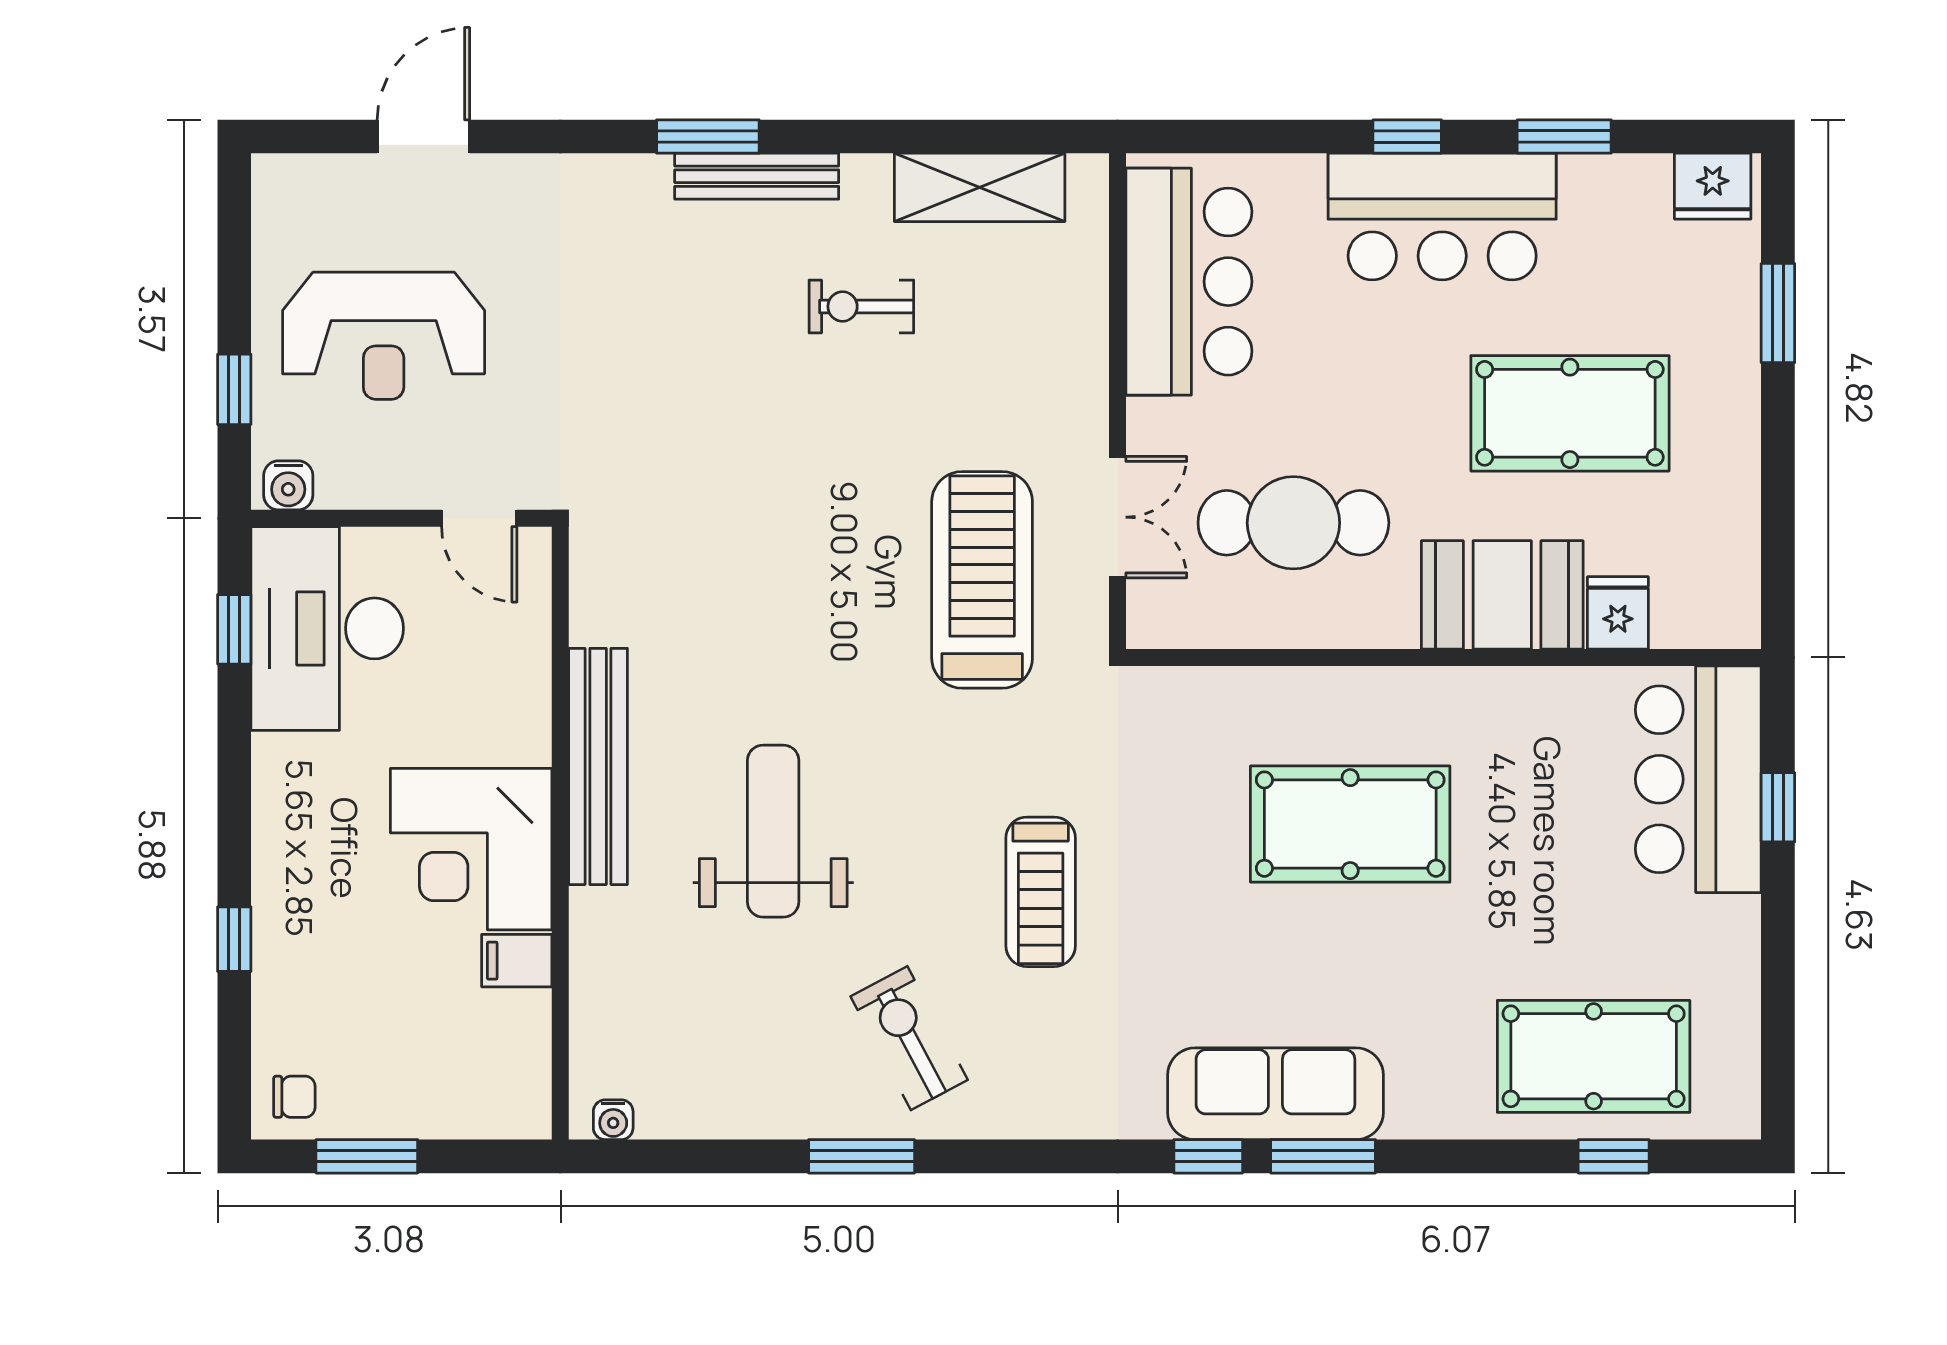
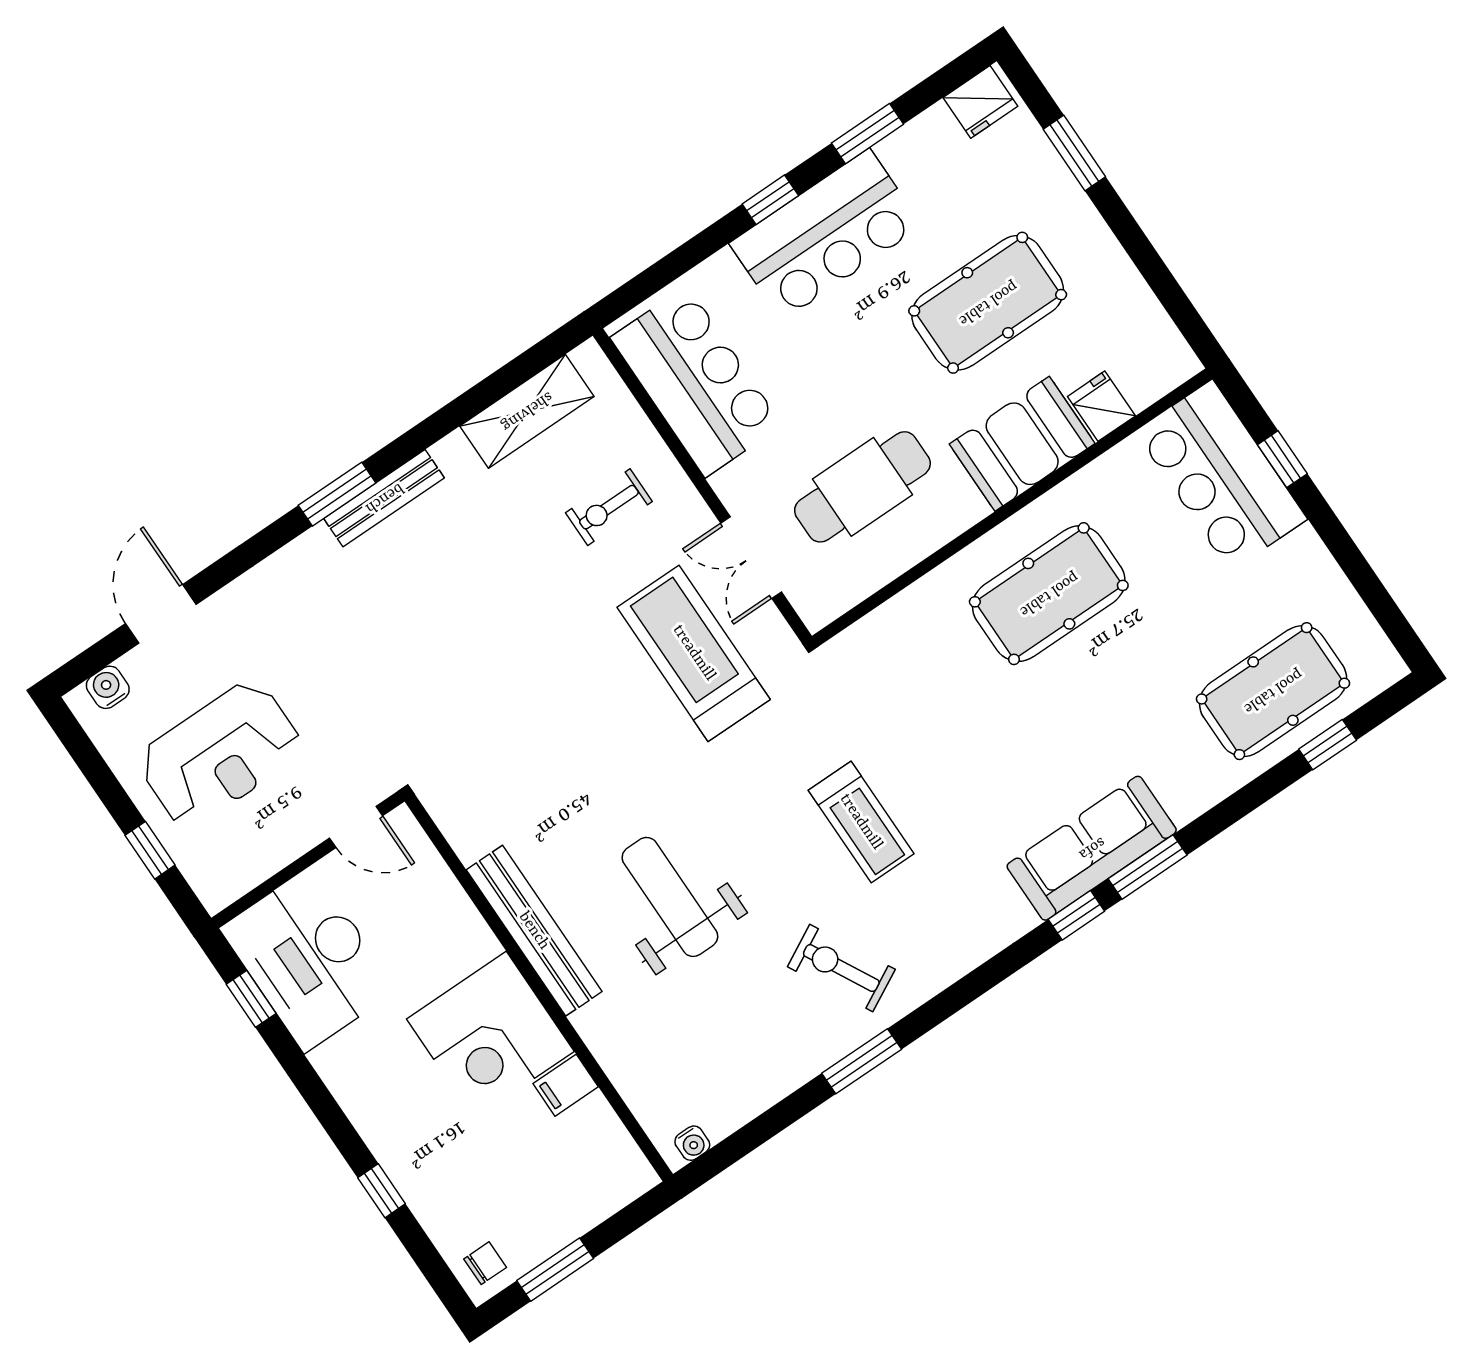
exercise bike: (861, 306) -> (609, 507), moved
water cooler: (288, 485) -> (108, 687), moved, turned 180
double door: (1118, 517) -> (751, 557), swing flipped
pool table: (1350, 824) -> (1049, 594), moved

